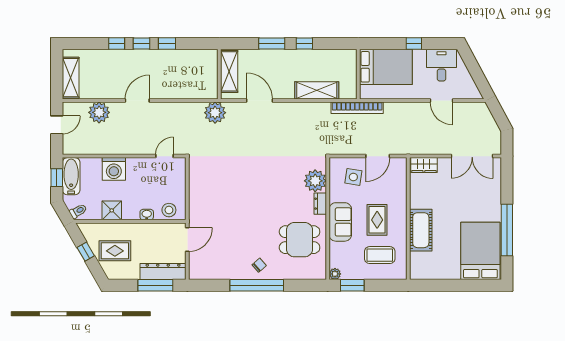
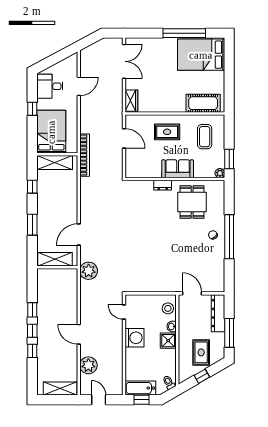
window: (304, 44) -> (32, 187), moved
shelving: (317, 90) -> (55, 162), moved, turned 90
washing machine: (114, 169) -> (134, 338), moved
side table: (353, 177) -> (141, 158), removed
plant: (315, 181) -> (144, 189), removed
shower: (112, 210) -> (168, 341), moved
rug: (377, 220) -> (167, 132), moved
cot: (421, 230) -> (203, 103), moved
window: (155, 285) -> (229, 333), moved

